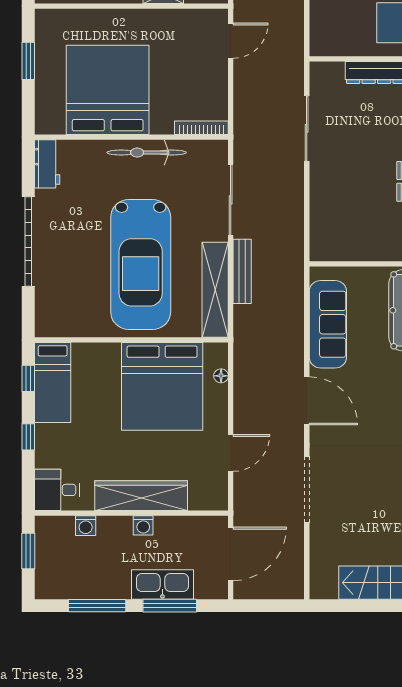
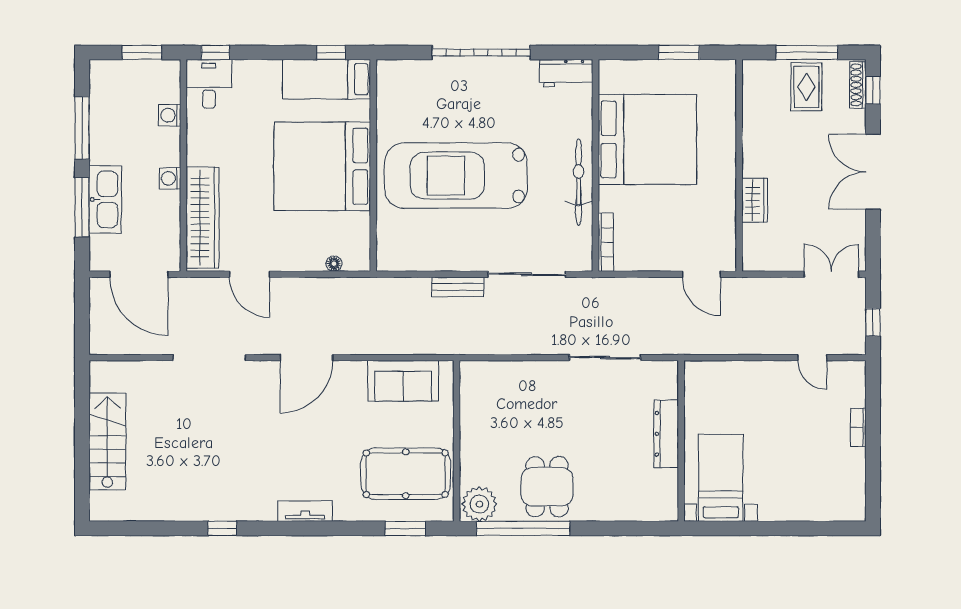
bench: (242, 271) -> (458, 287), width x0.73
shelving: (215, 290) -> (428, 257), removed
sofa: (328, 324) -> (403, 381), width x0.73
bed: (162, 386) -> (322, 166), moved
window: (28, 437) -> (215, 52), moved
wardrobe: (141, 496) -> (203, 217), moved

